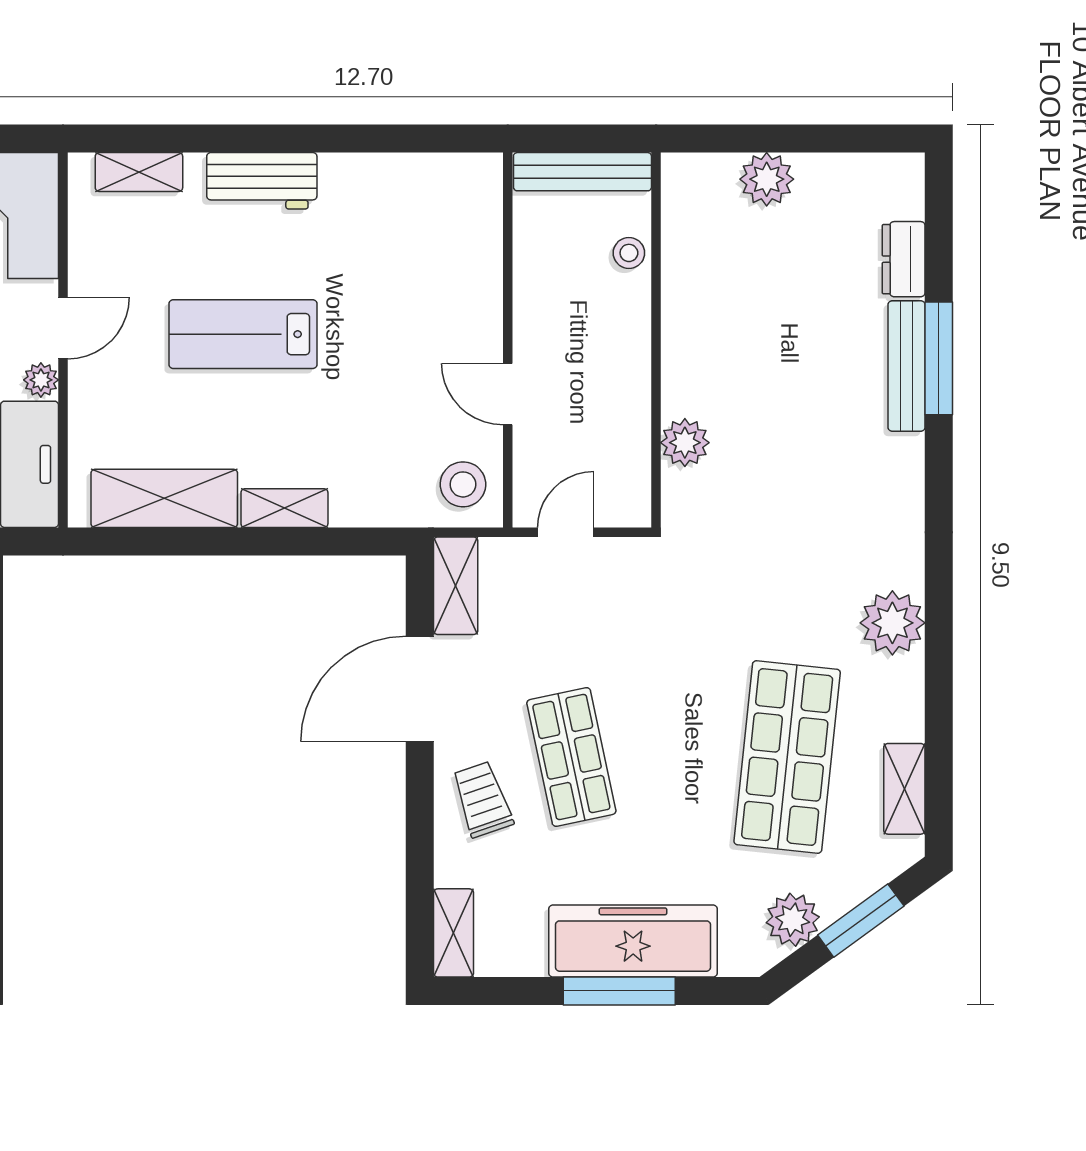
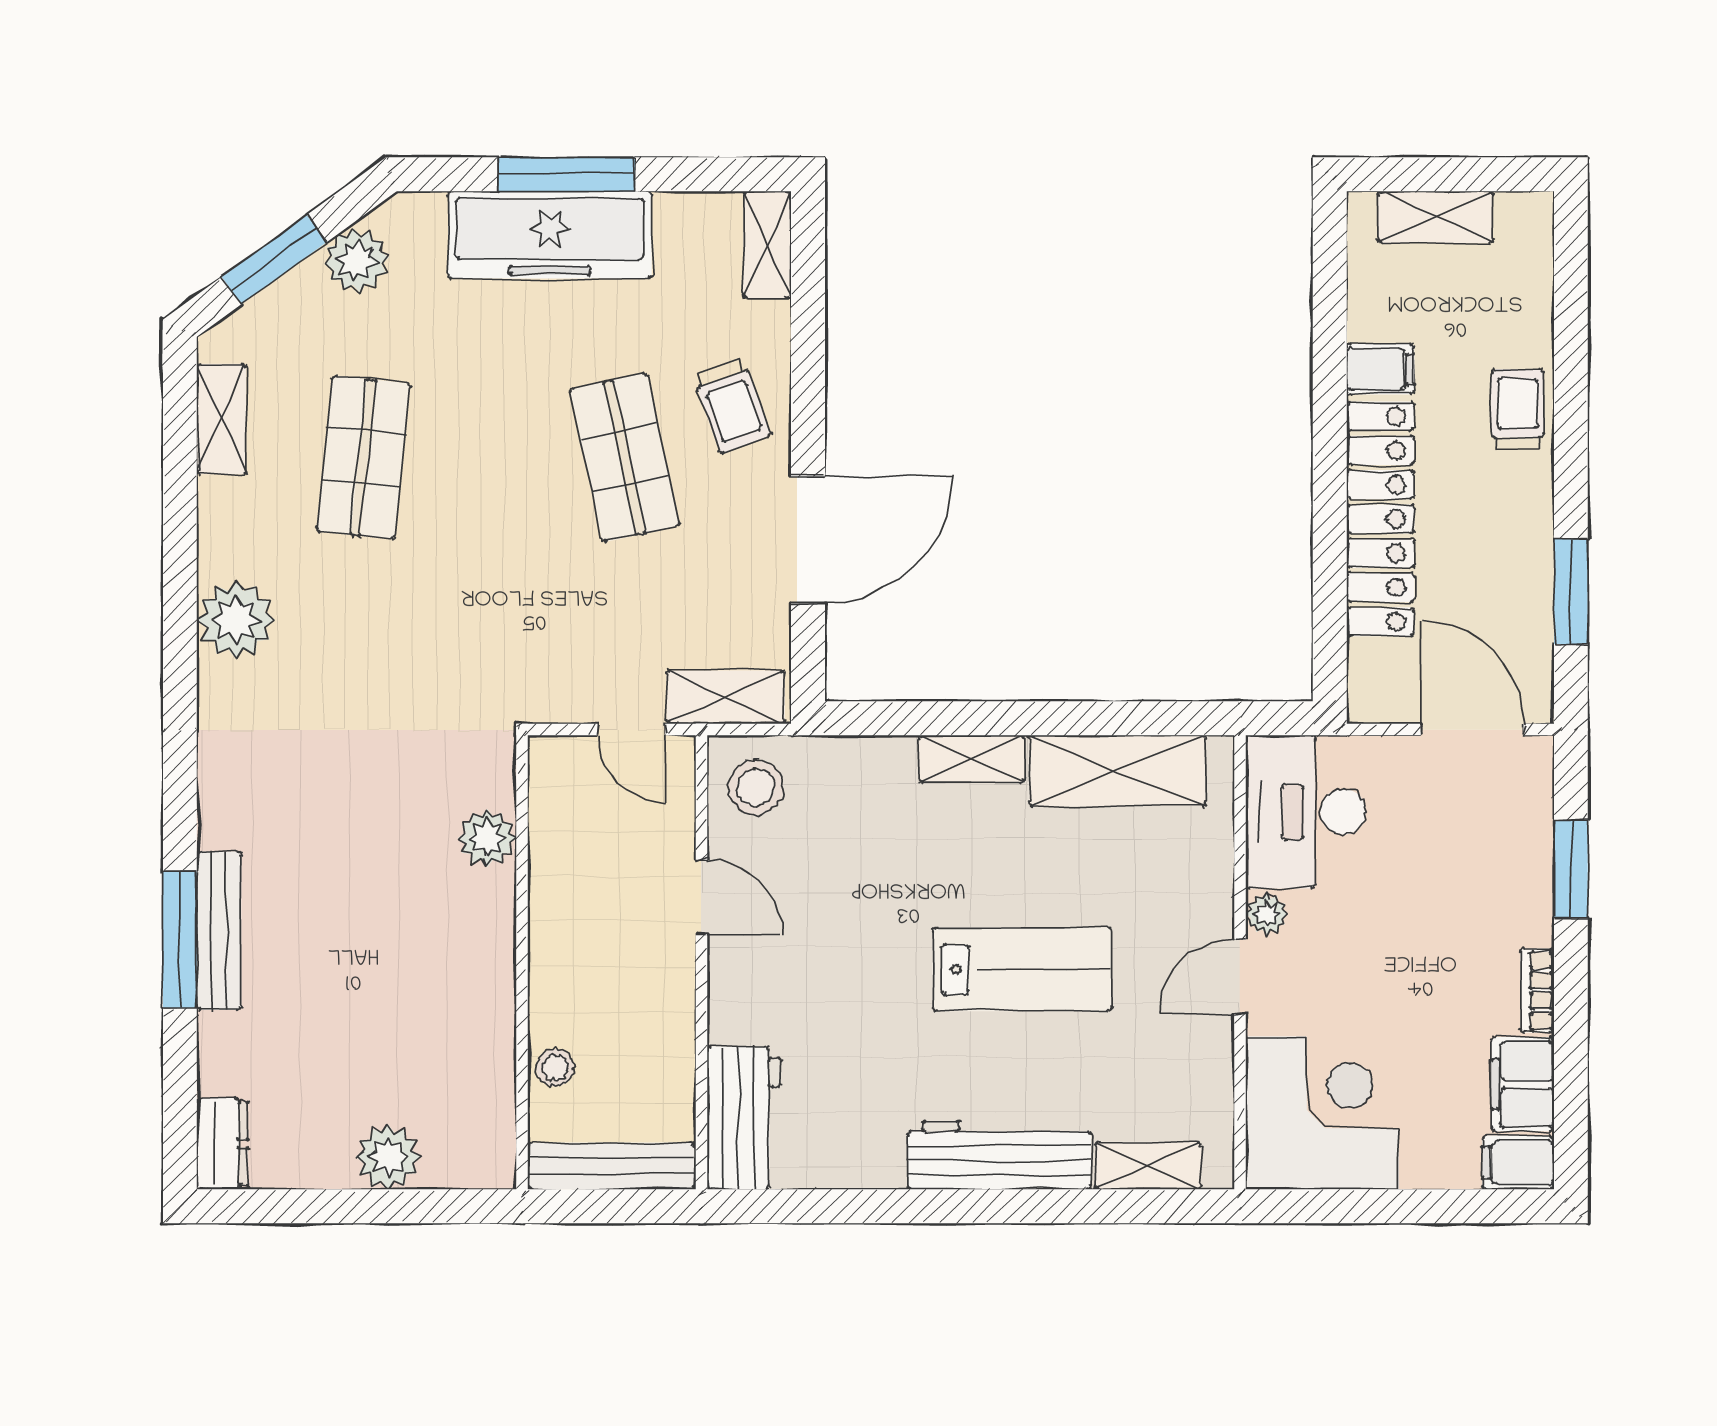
workbench: (262, 181) -> (999, 1155), width x1.38
workbench: (473, 211) -> (744, 1118), added
dresser: (904, 259) -> (222, 1144), moved
door: (566, 532) -> (631, 730), hinge flipped
shelving: (456, 586) -> (726, 697), moved, turned 90
shop shelf: (787, 757) -> (363, 457), width x0.70, depth x0.74

